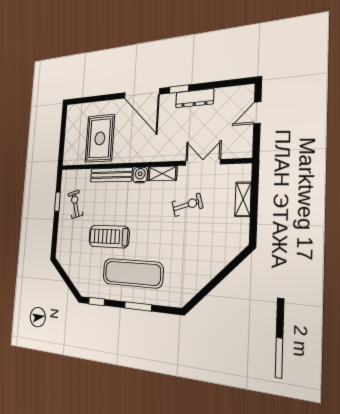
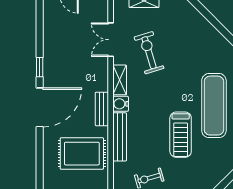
dresser: (195, 98) -> (50, 51), removed
bench: (137, 156) -> (102, 109), added
exercise bike: (187, 205) -> (149, 53), width x1.38, depth x1.39

